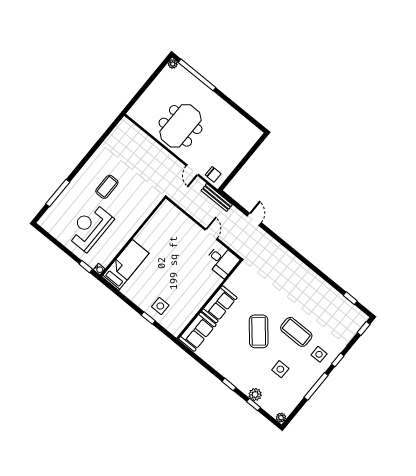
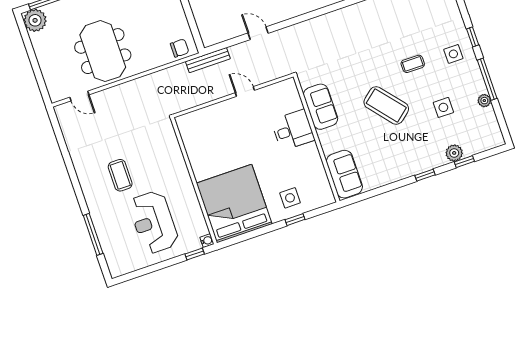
plant: (173, 64) -> (35, 20), width x1.88, depth x1.88
door: (192, 170) -> (79, 96), moved
desk: (222, 261) -> (293, 130), moved
bed: (125, 265) -> (234, 204), width x2.04
sofa: (219, 304) -> (321, 107), moved
coffee table: (296, 332) -> (413, 64), width x0.54, depth x0.58
plant: (281, 418) -> (484, 101), moved

